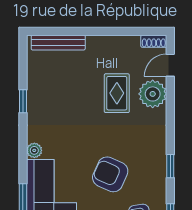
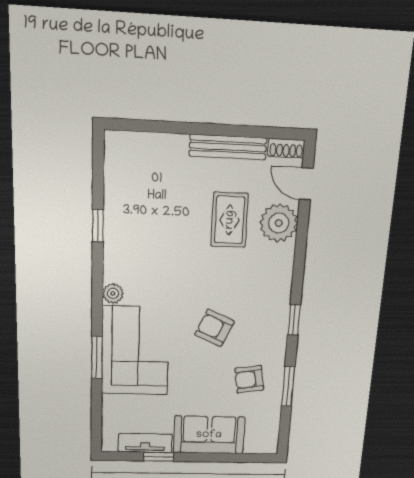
bench: (58, 43) -> (228, 147), moved
door: (170, 65) -> (306, 184), hinge flipped
armchair: (110, 174) -> (214, 328), width x0.72, depth x0.72

